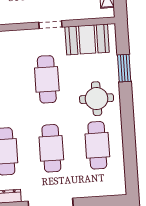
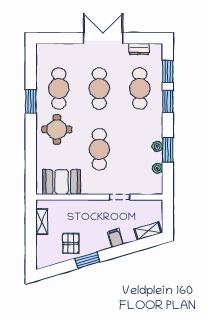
doorway: (50, 25) -> (120, 197), moved
window: (124, 68) -> (31, 101), moved

